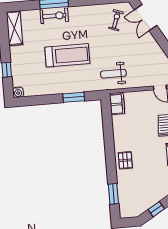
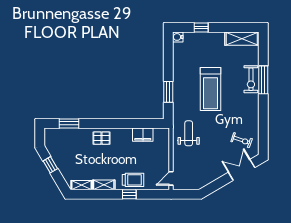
filing cabinet: (117, 104) -> (143, 135), moved

